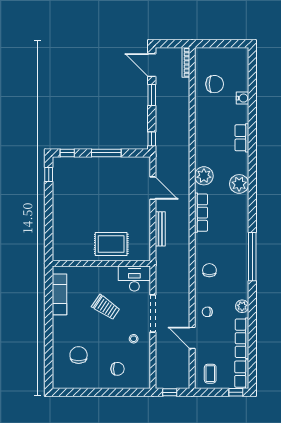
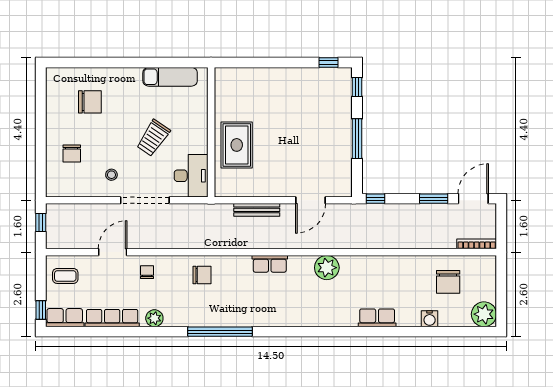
plant: (239, 184) -> (484, 314), moved
row of seats: (201, 213) -> (270, 264), width x0.68

